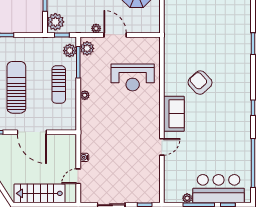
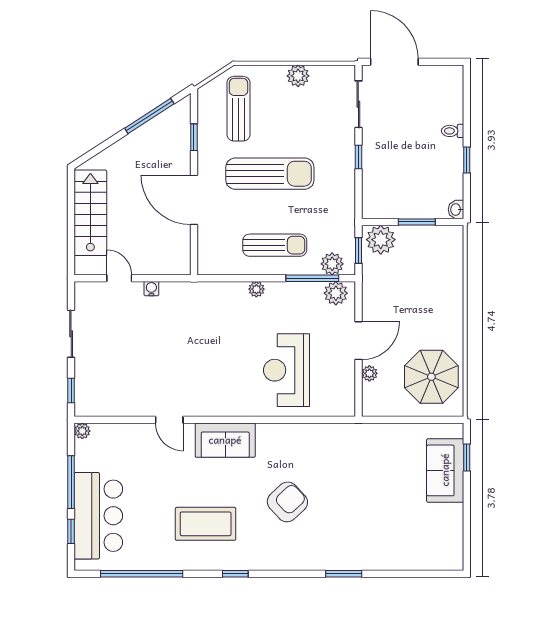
plant: (96, 28) -> (369, 373), moved
armchair: (200, 83) -> (287, 502), moved
sun lounger: (59, 84) -> (275, 245), turned 180
coffee table: (223, 125) -> (206, 524), added
door: (32, 132) -> (194, 200), hinge flipped
plant: (187, 198) -> (82, 431), moved

